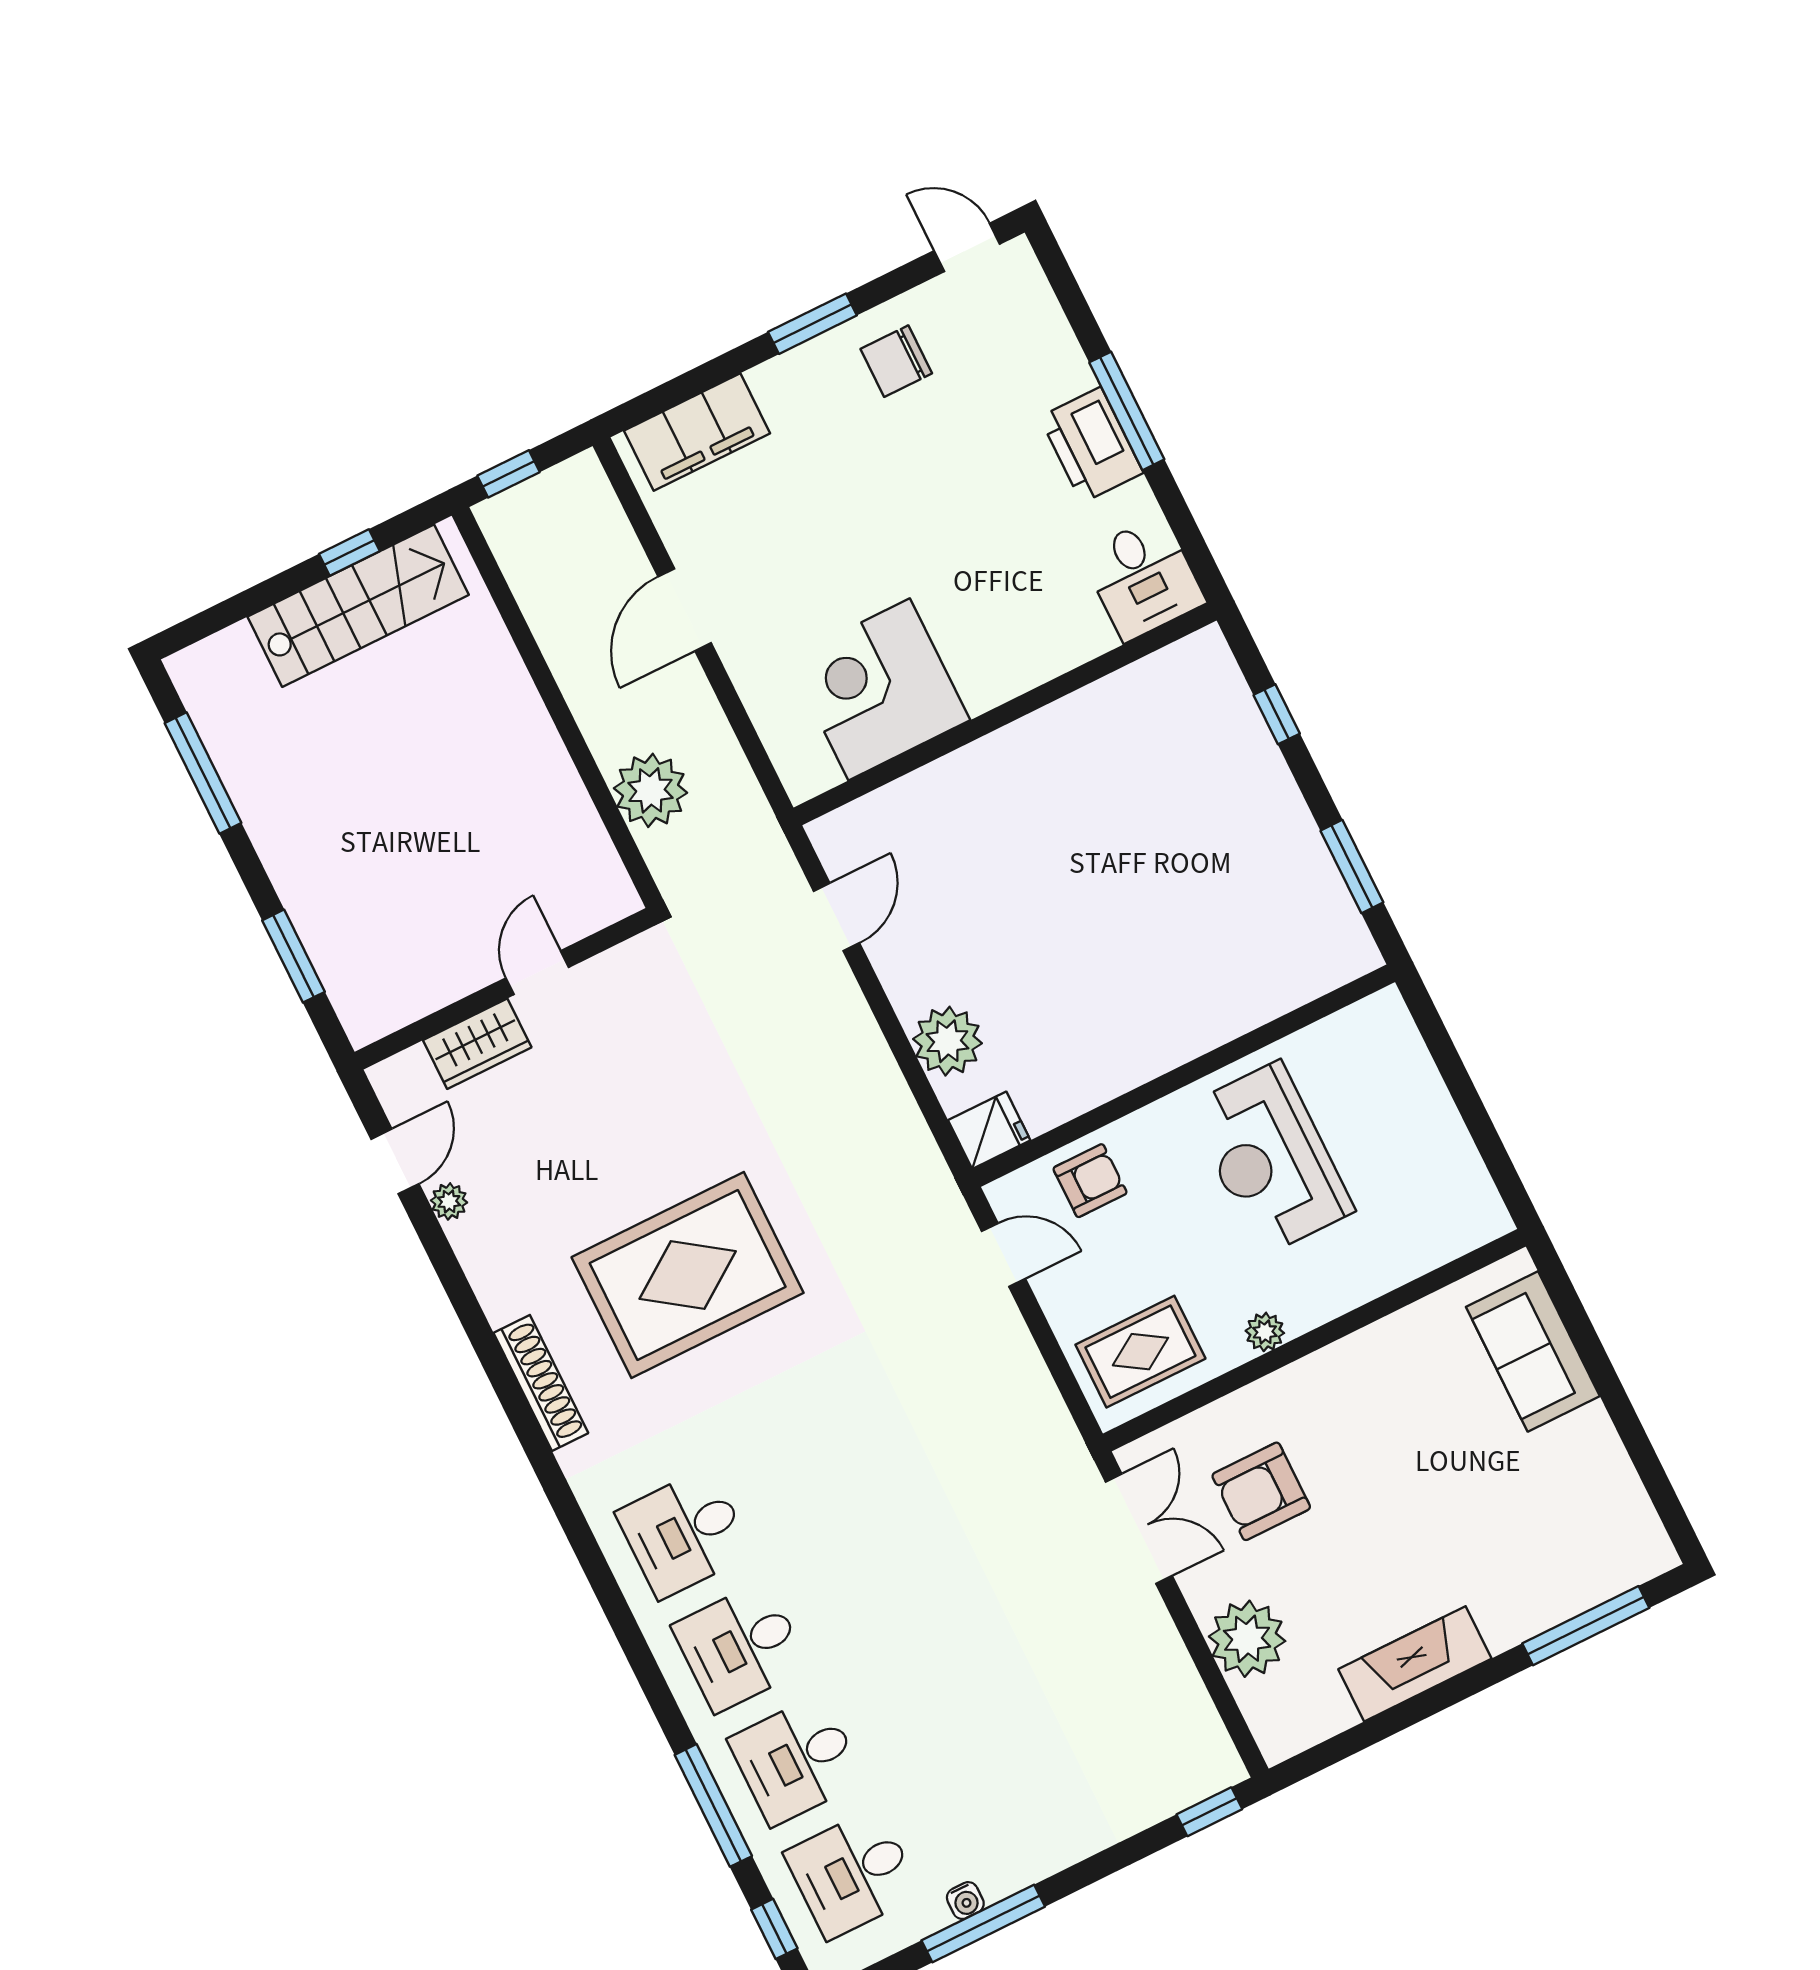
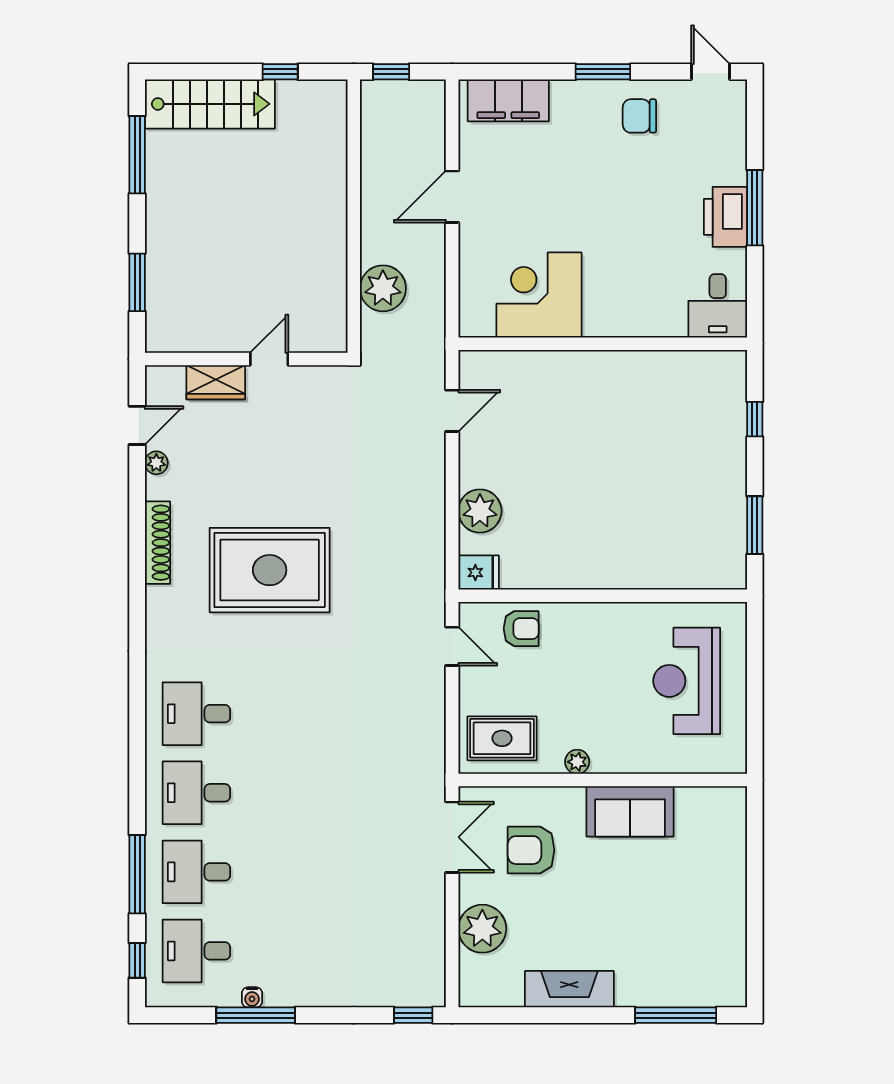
stairs: (358, 606) -> (210, 104), moved
reception desk: (1271, 1158) -> (687, 681), moved
sofa: (1533, 1351) -> (630, 811), moved, turned -90
shoe rack: (541, 1383) -> (158, 543), moved

